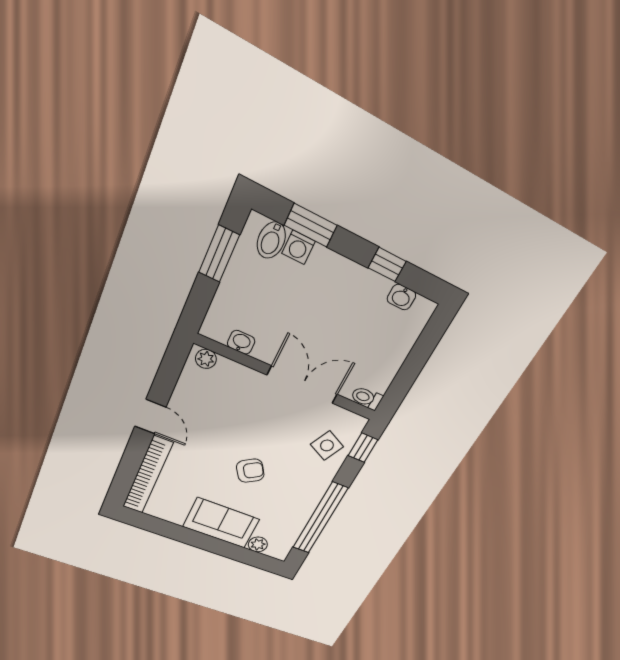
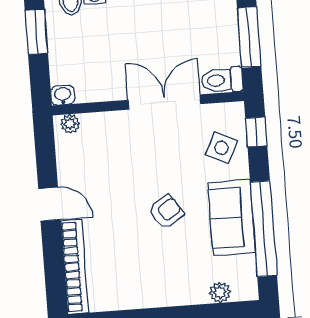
washbasin: (241, 342) -> (63, 95), moved
window: (410, 370) -> (249, 37), added
toilet: (366, 398) -> (222, 80), width x1.37, depth x1.39
sofa: (221, 523) -> (232, 218), moved, turned -90

